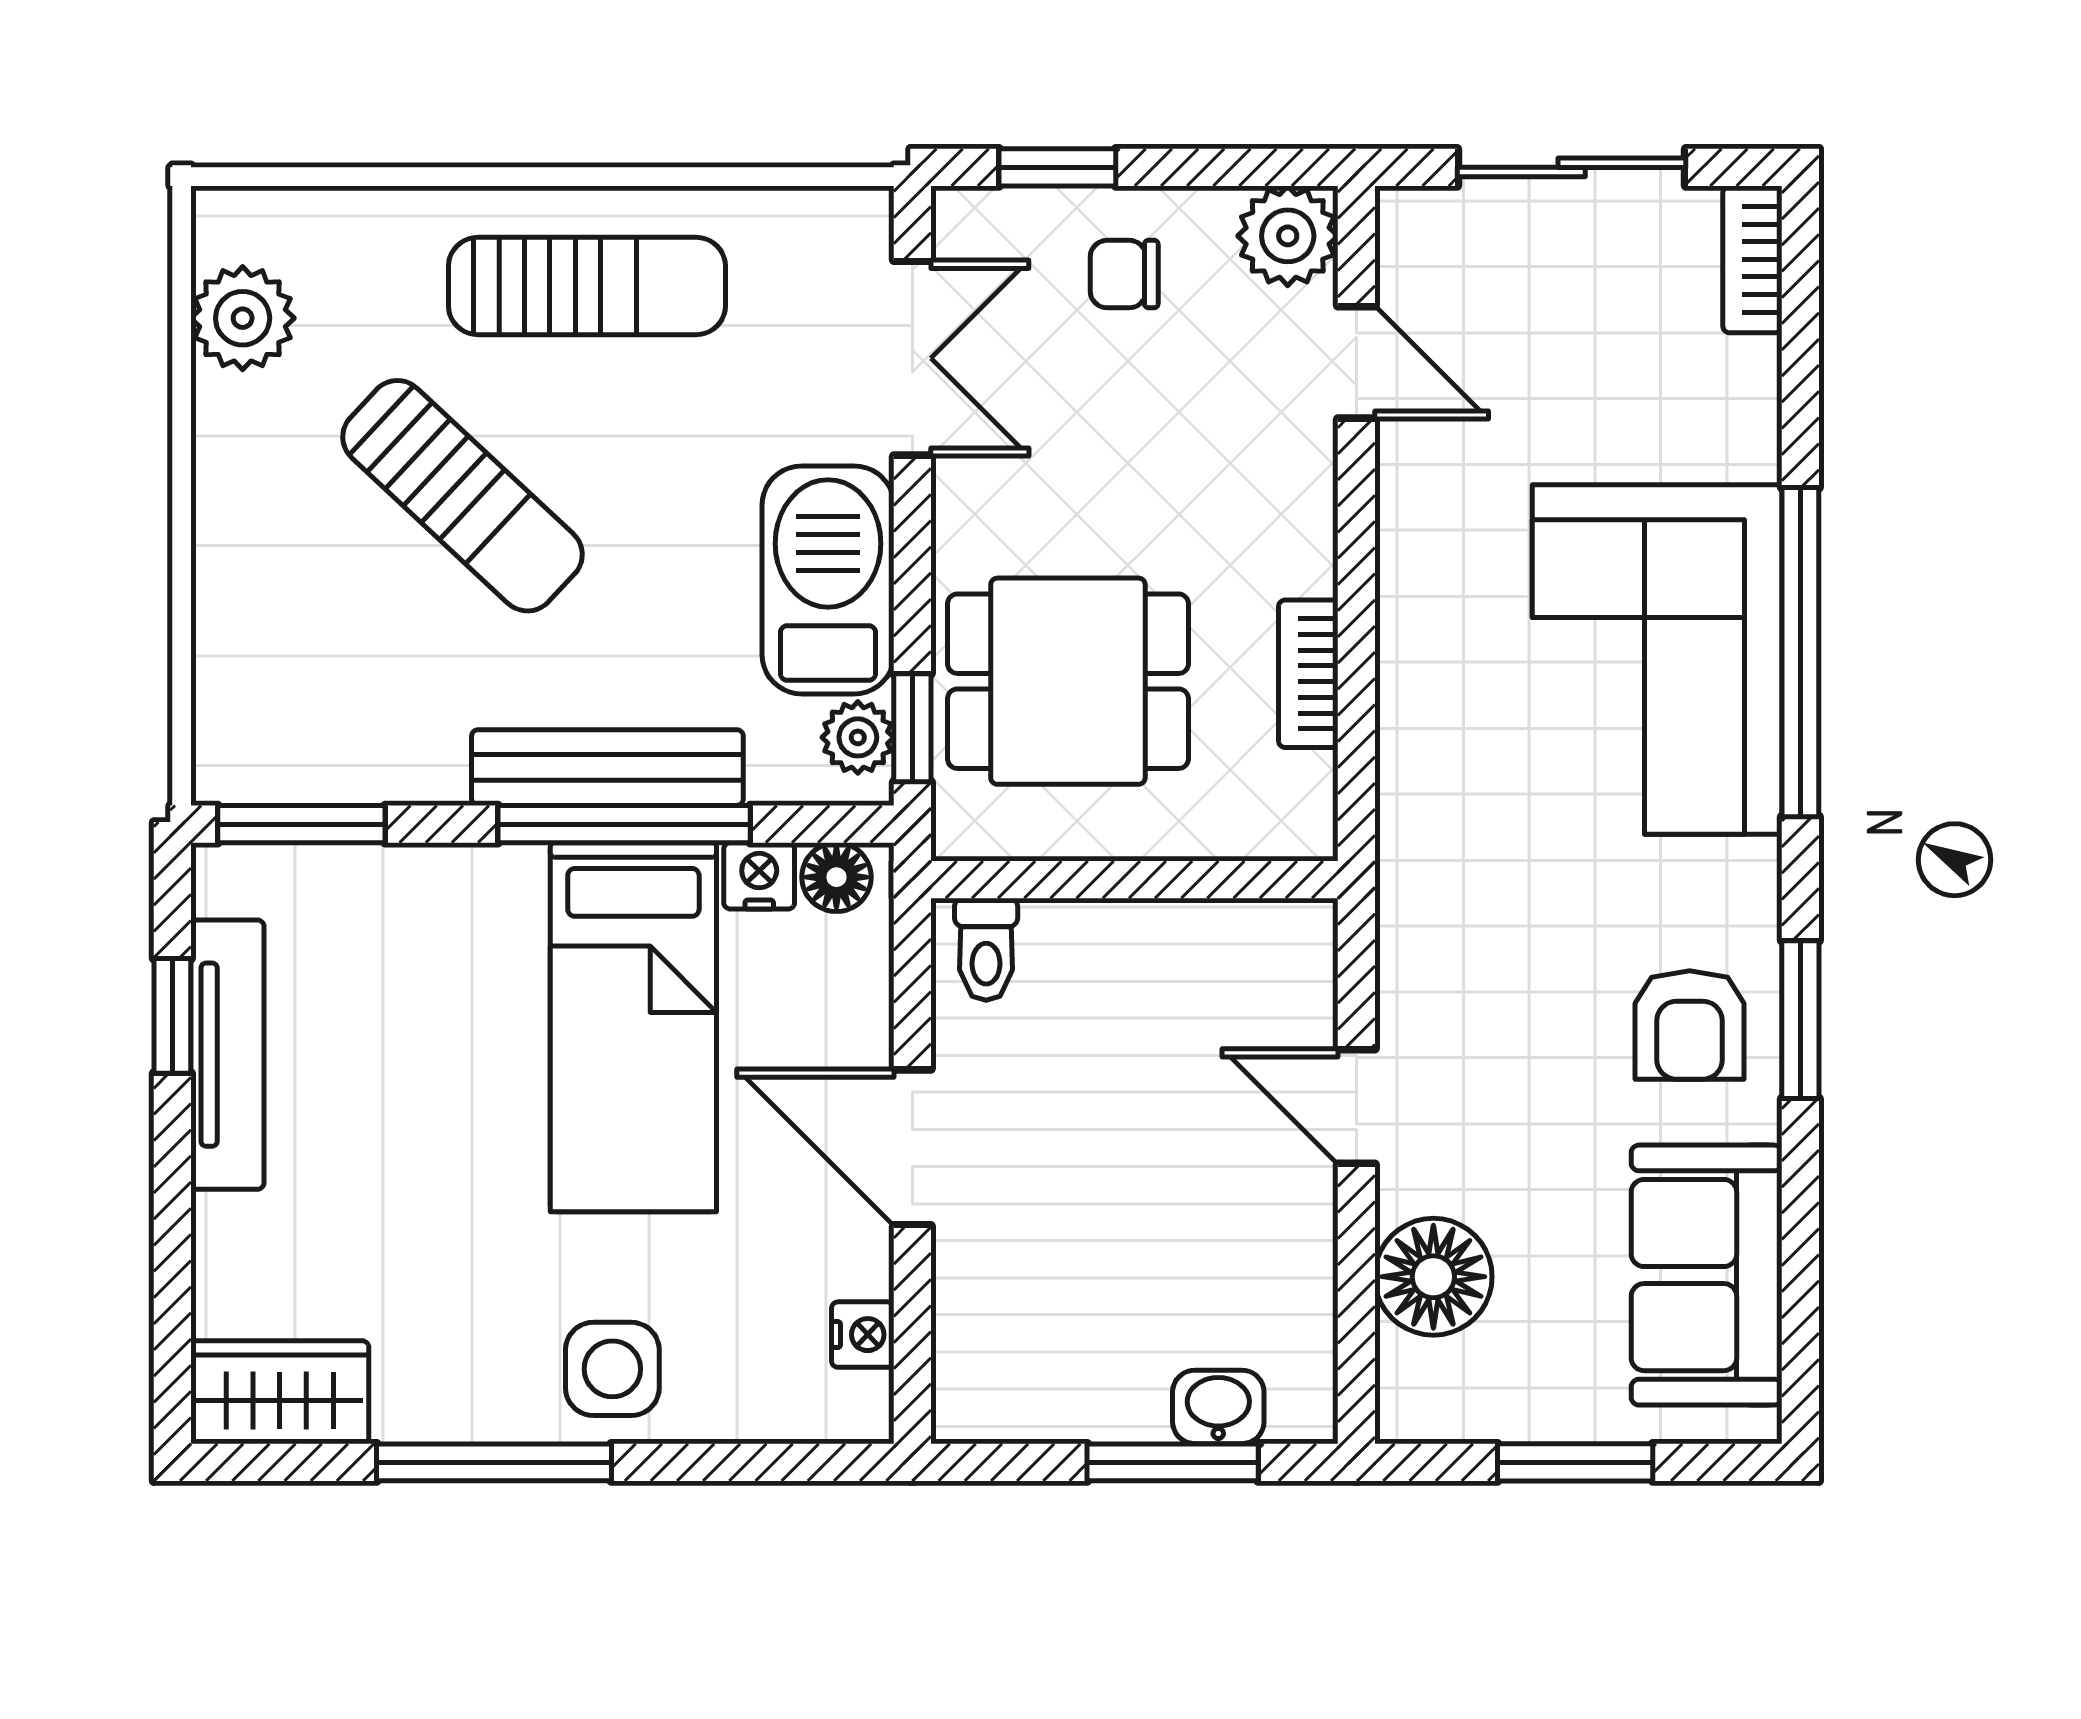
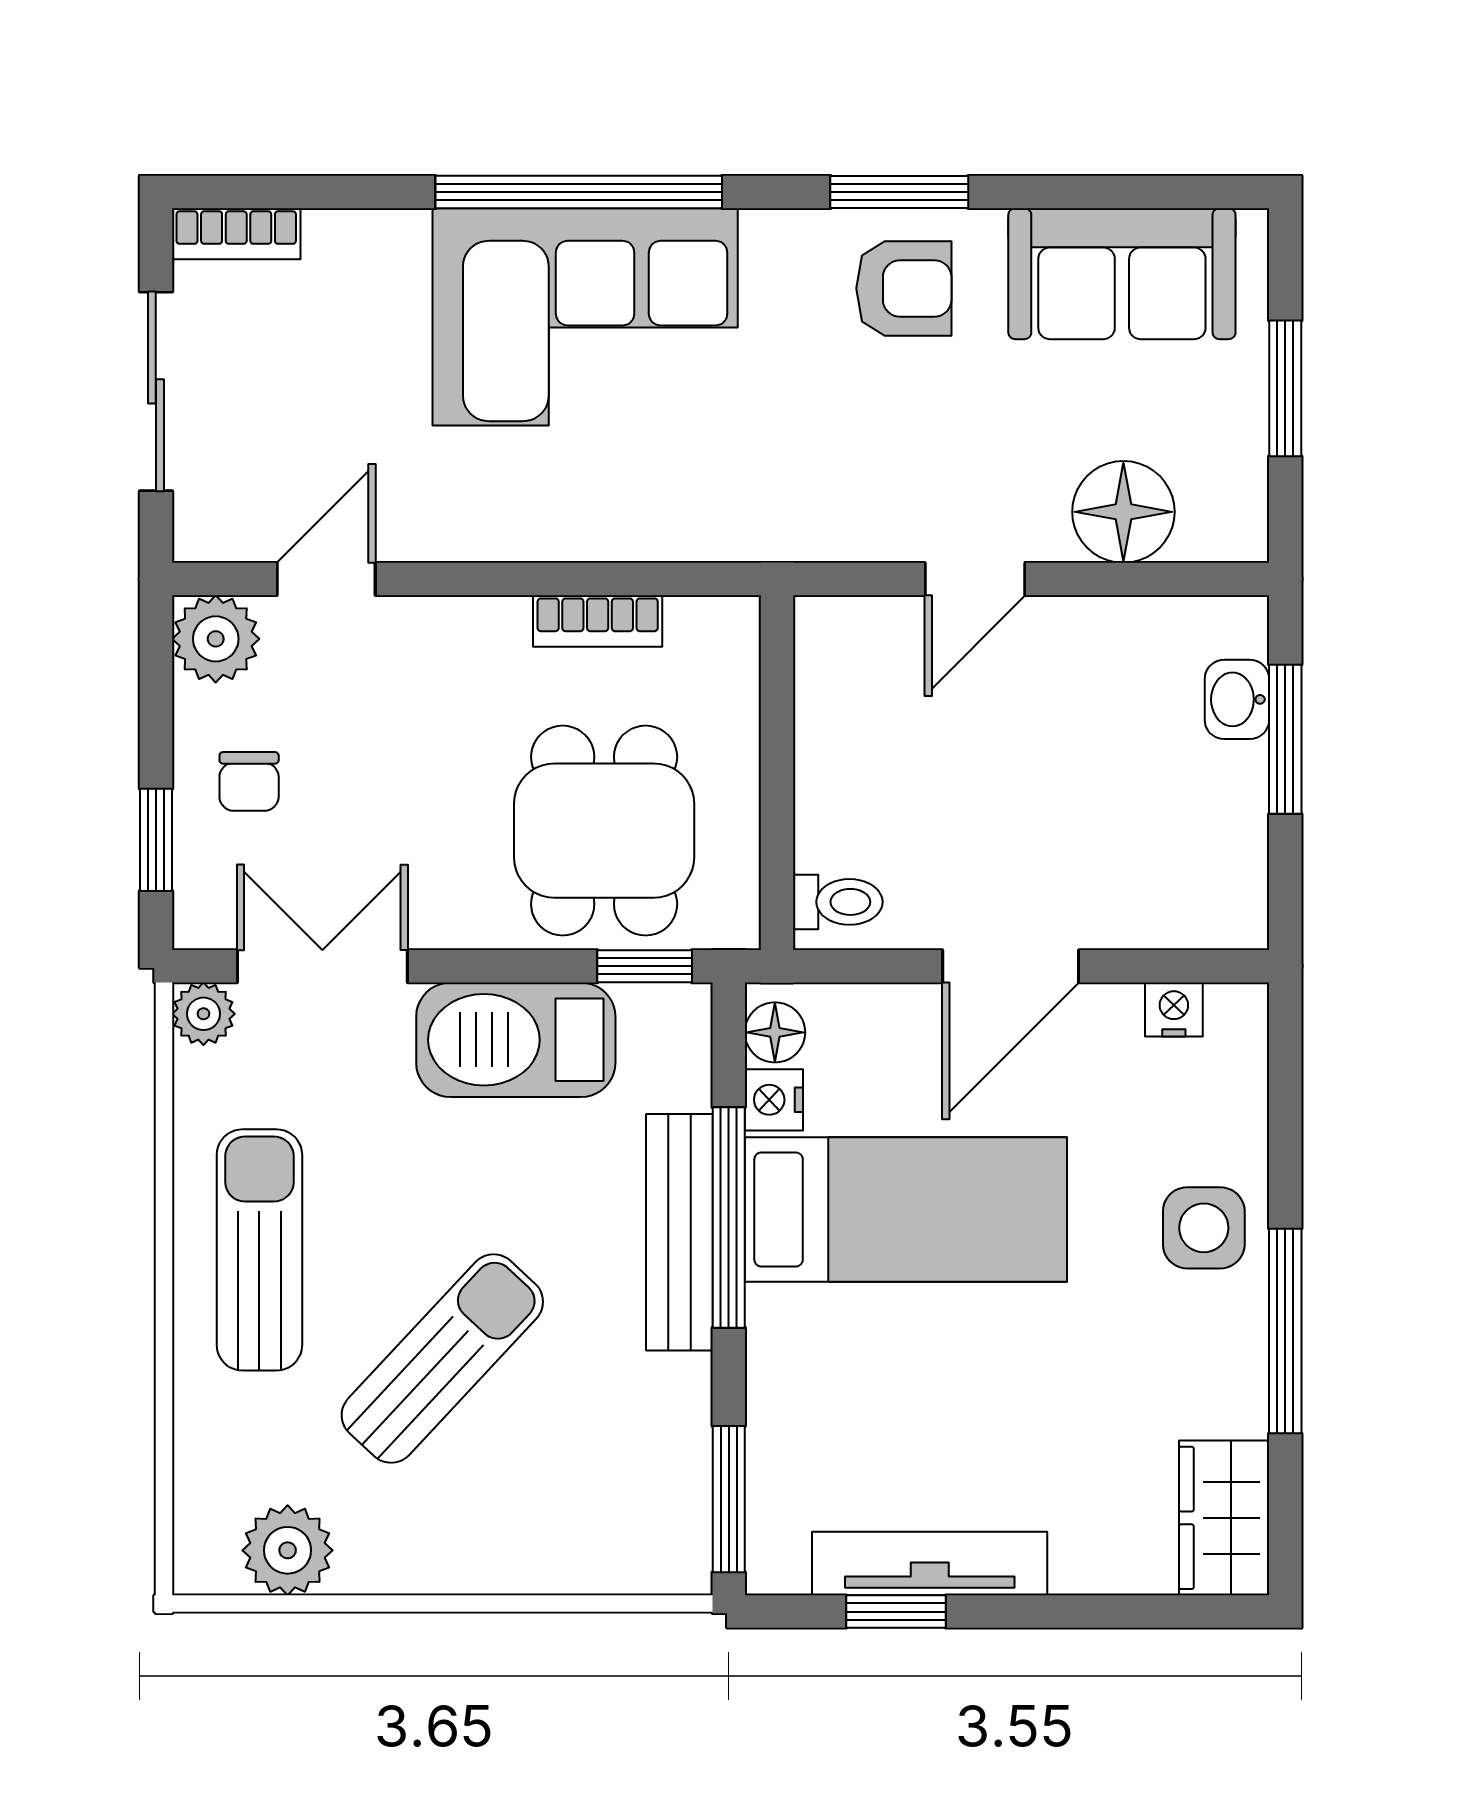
plant: (858, 737) -> (203, 1014), moved

